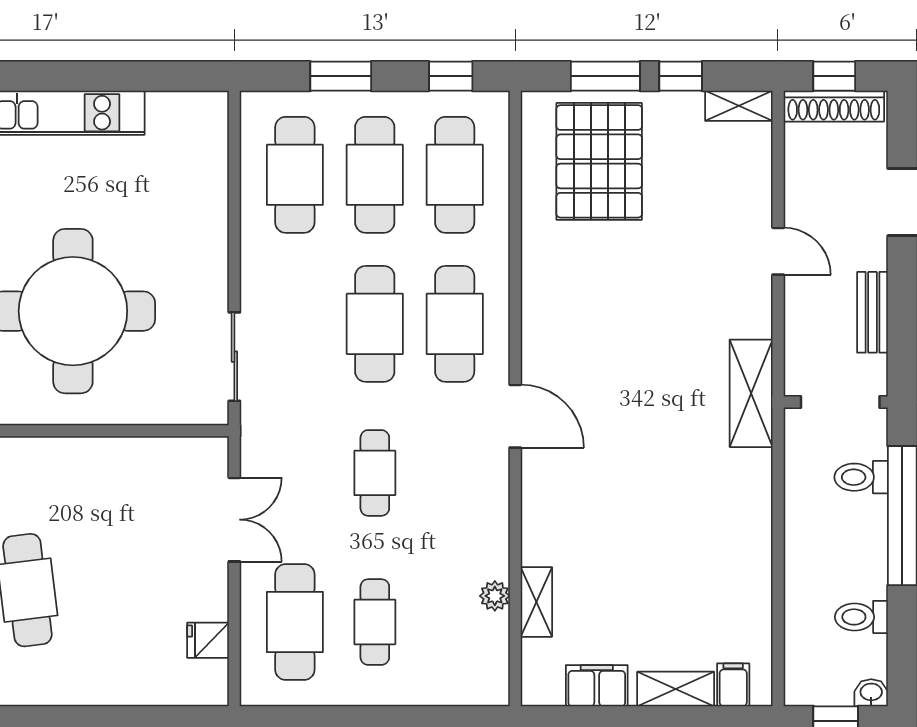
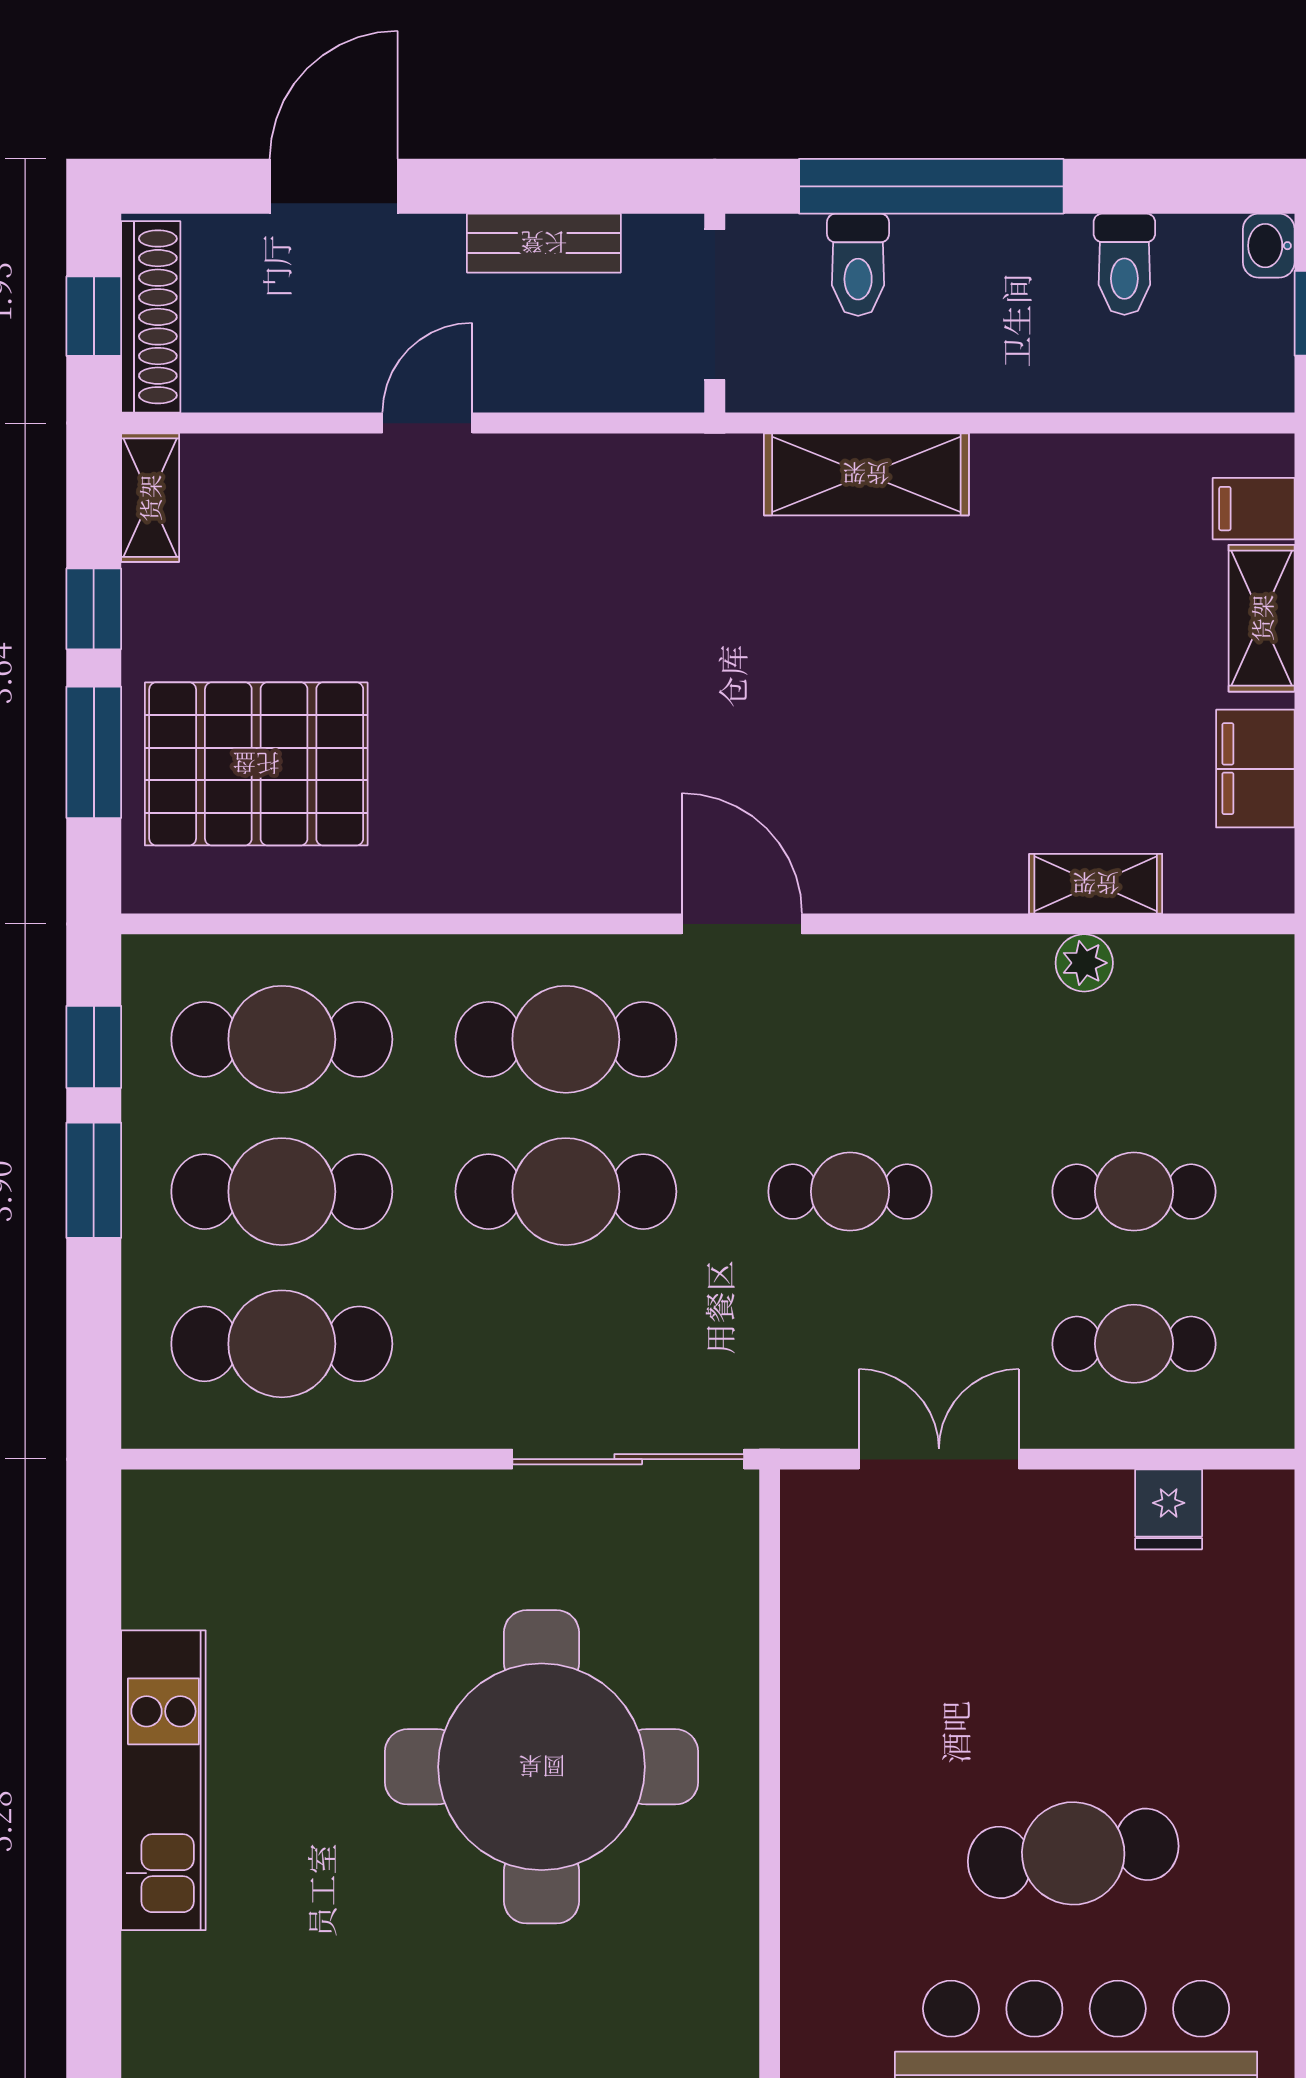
window: (341, 76) -> (94, 1180), moved
sliding door: (234, 357) -> (628, 1459), width x1.37
shelving: (751, 393) -> (866, 474), moved
door: (515, 416) -> (742, 924), hinge flipped
cafe table: (295, 622) -> (1134, 1344), width x0.73, depth x0.74

